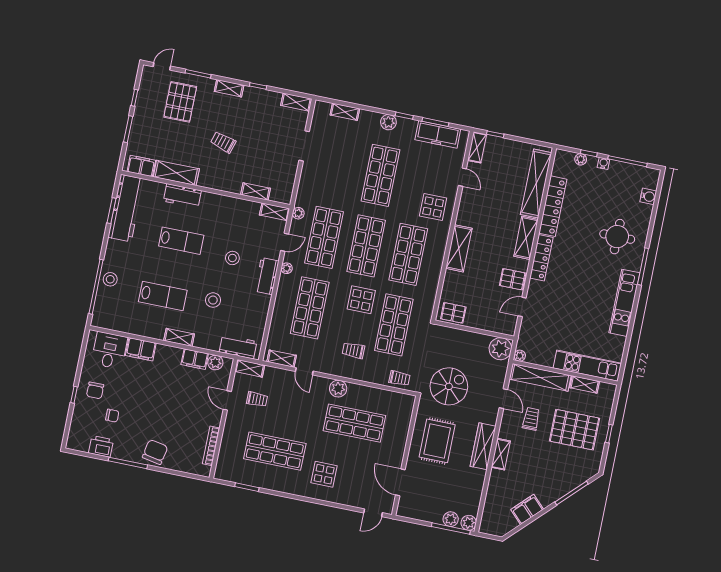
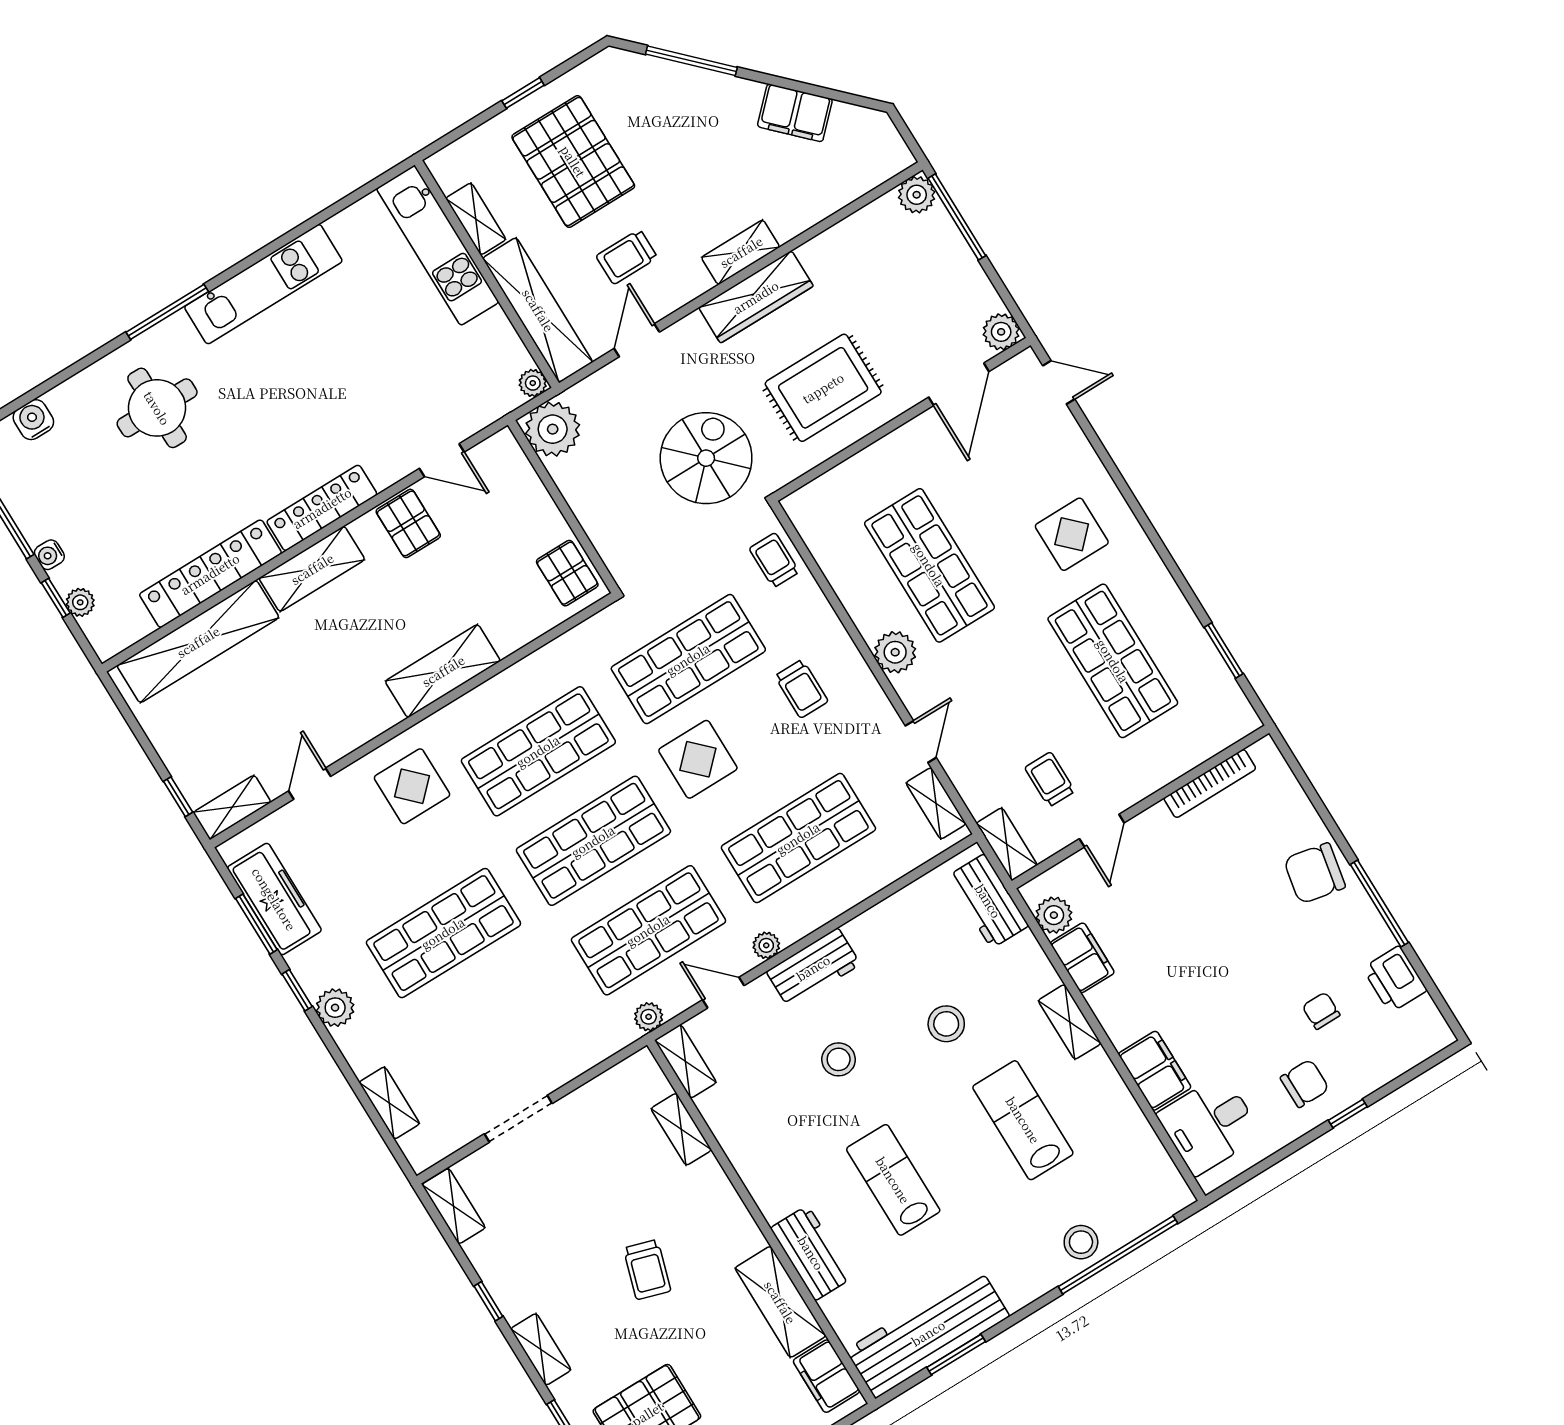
spiral stairs: (449, 386) -> (706, 458), turned 90
plant: (451, 519) -> (1001, 332), moved

